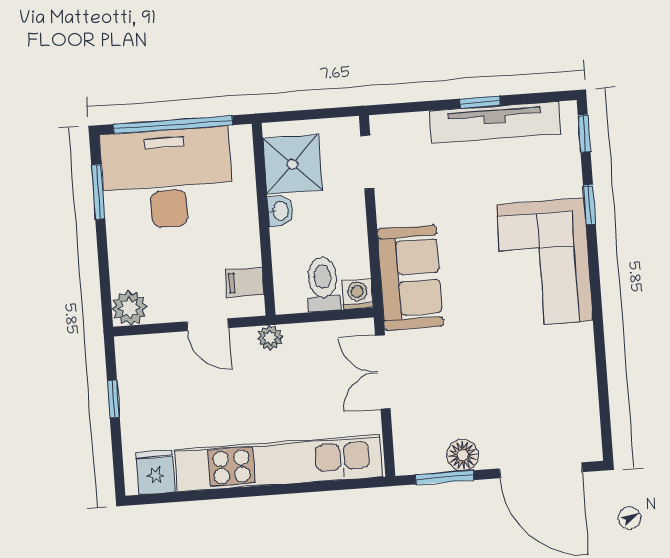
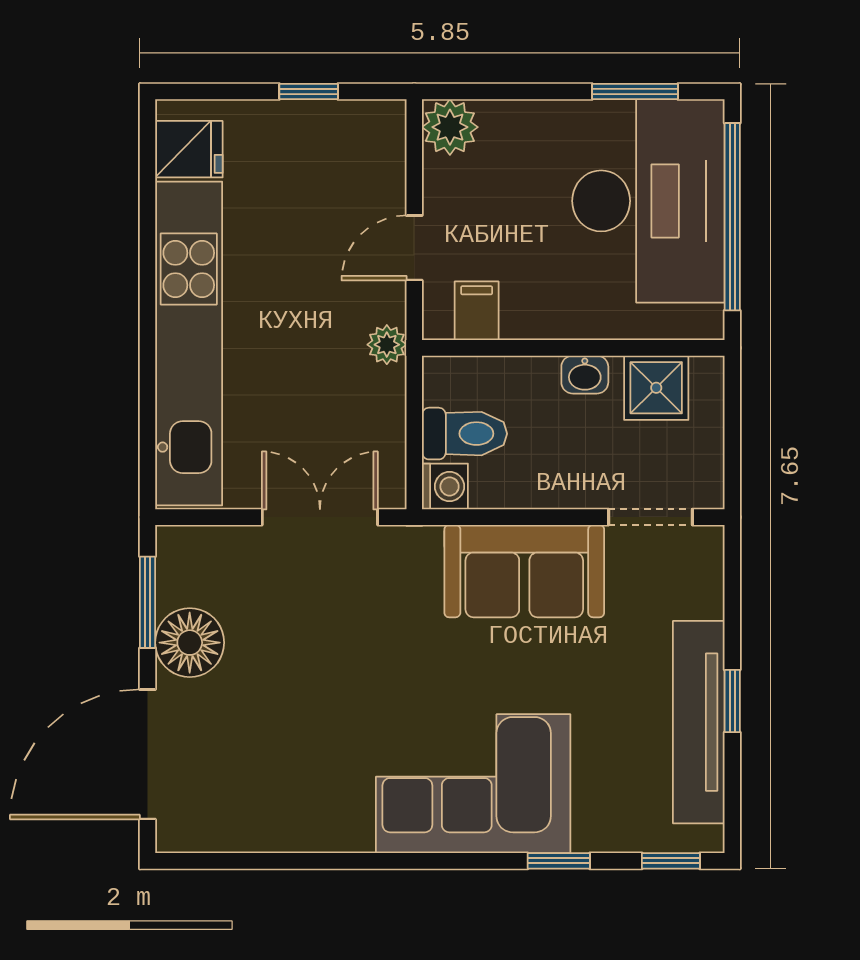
shower: (292, 164) -> (656, 388), width x0.73, depth x0.73
sofa: (410, 278) -> (524, 571), moved
floor lamp: (463, 455) -> (190, 643), width x1.38, depth x1.38

